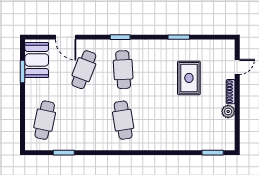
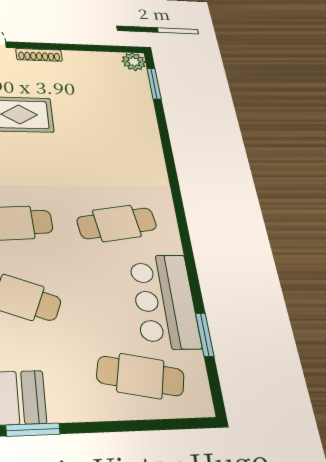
plant: (228, 112) -> (134, 62), moved
bar counter: (81, 137) -> (165, 301), added

